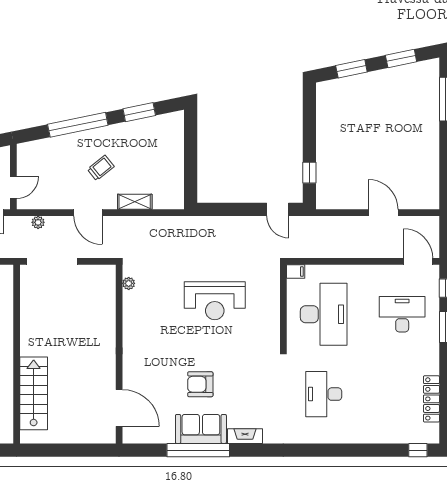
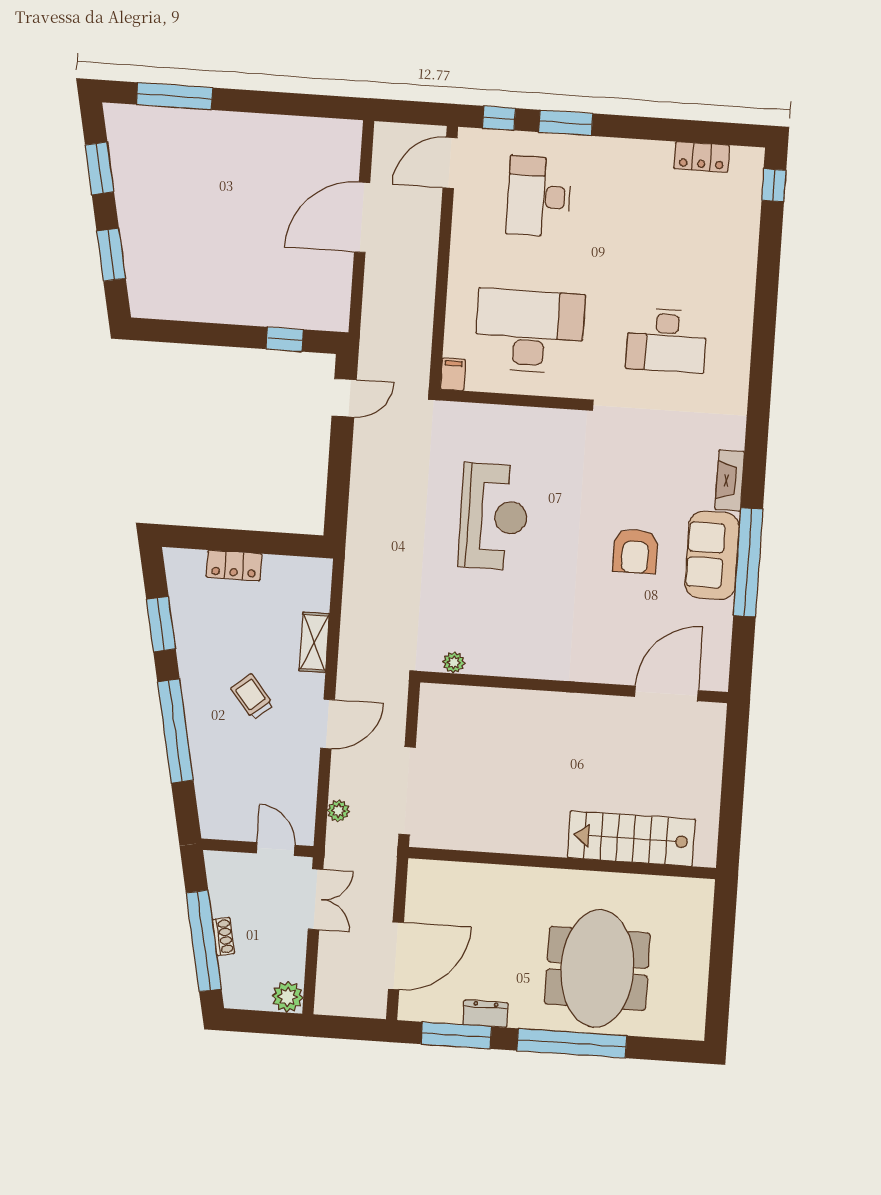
locker: (176, 152) -> (234, 565), added
door: (383, 213) -> (362, 217), width x1.36
locker: (431, 399) -> (702, 157), width x0.66

